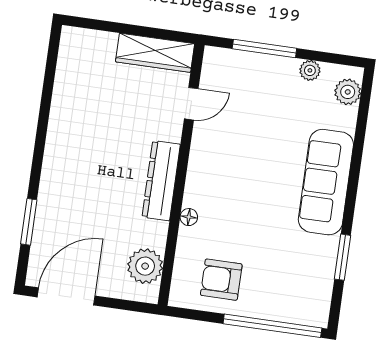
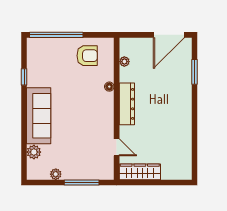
plant: (348, 92) -> (34, 152), moved
door: (191, 104) -> (117, 147), swing flipped
window: (342, 257) -> (24, 77), width x0.67
plant: (145, 266) -> (124, 62), width x0.53, depth x0.53

